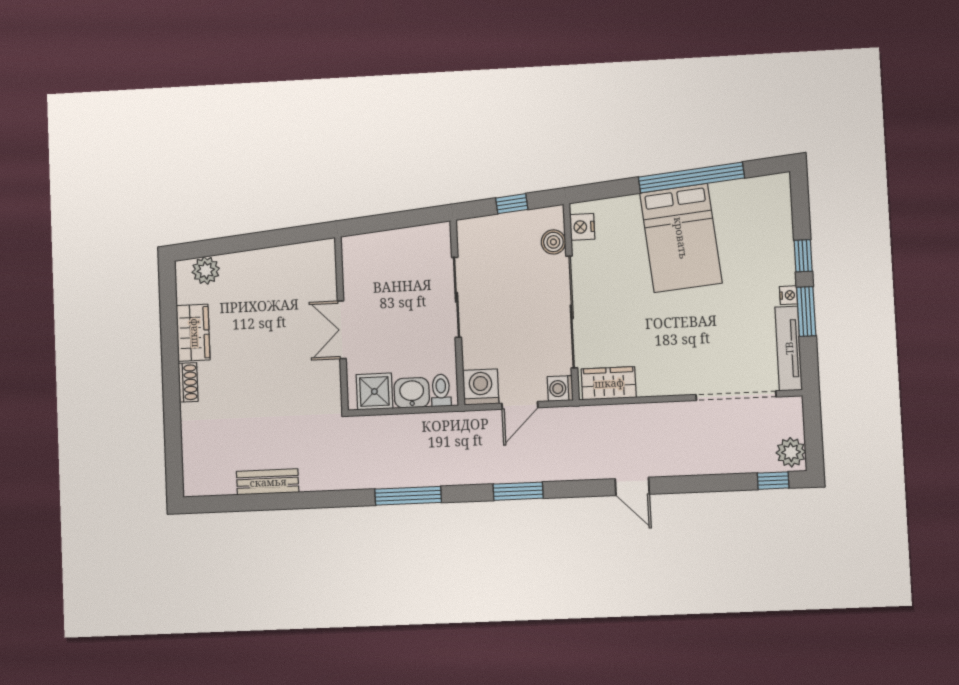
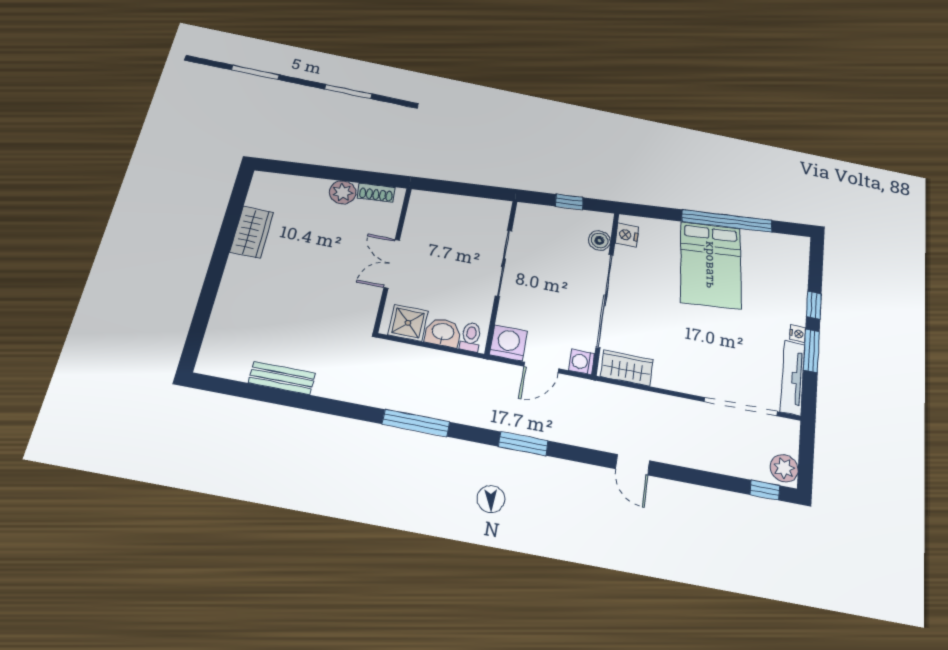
plant: (206, 270) -> (343, 192), moved
shoe rack: (188, 382) -> (376, 193), moved, turned 85

